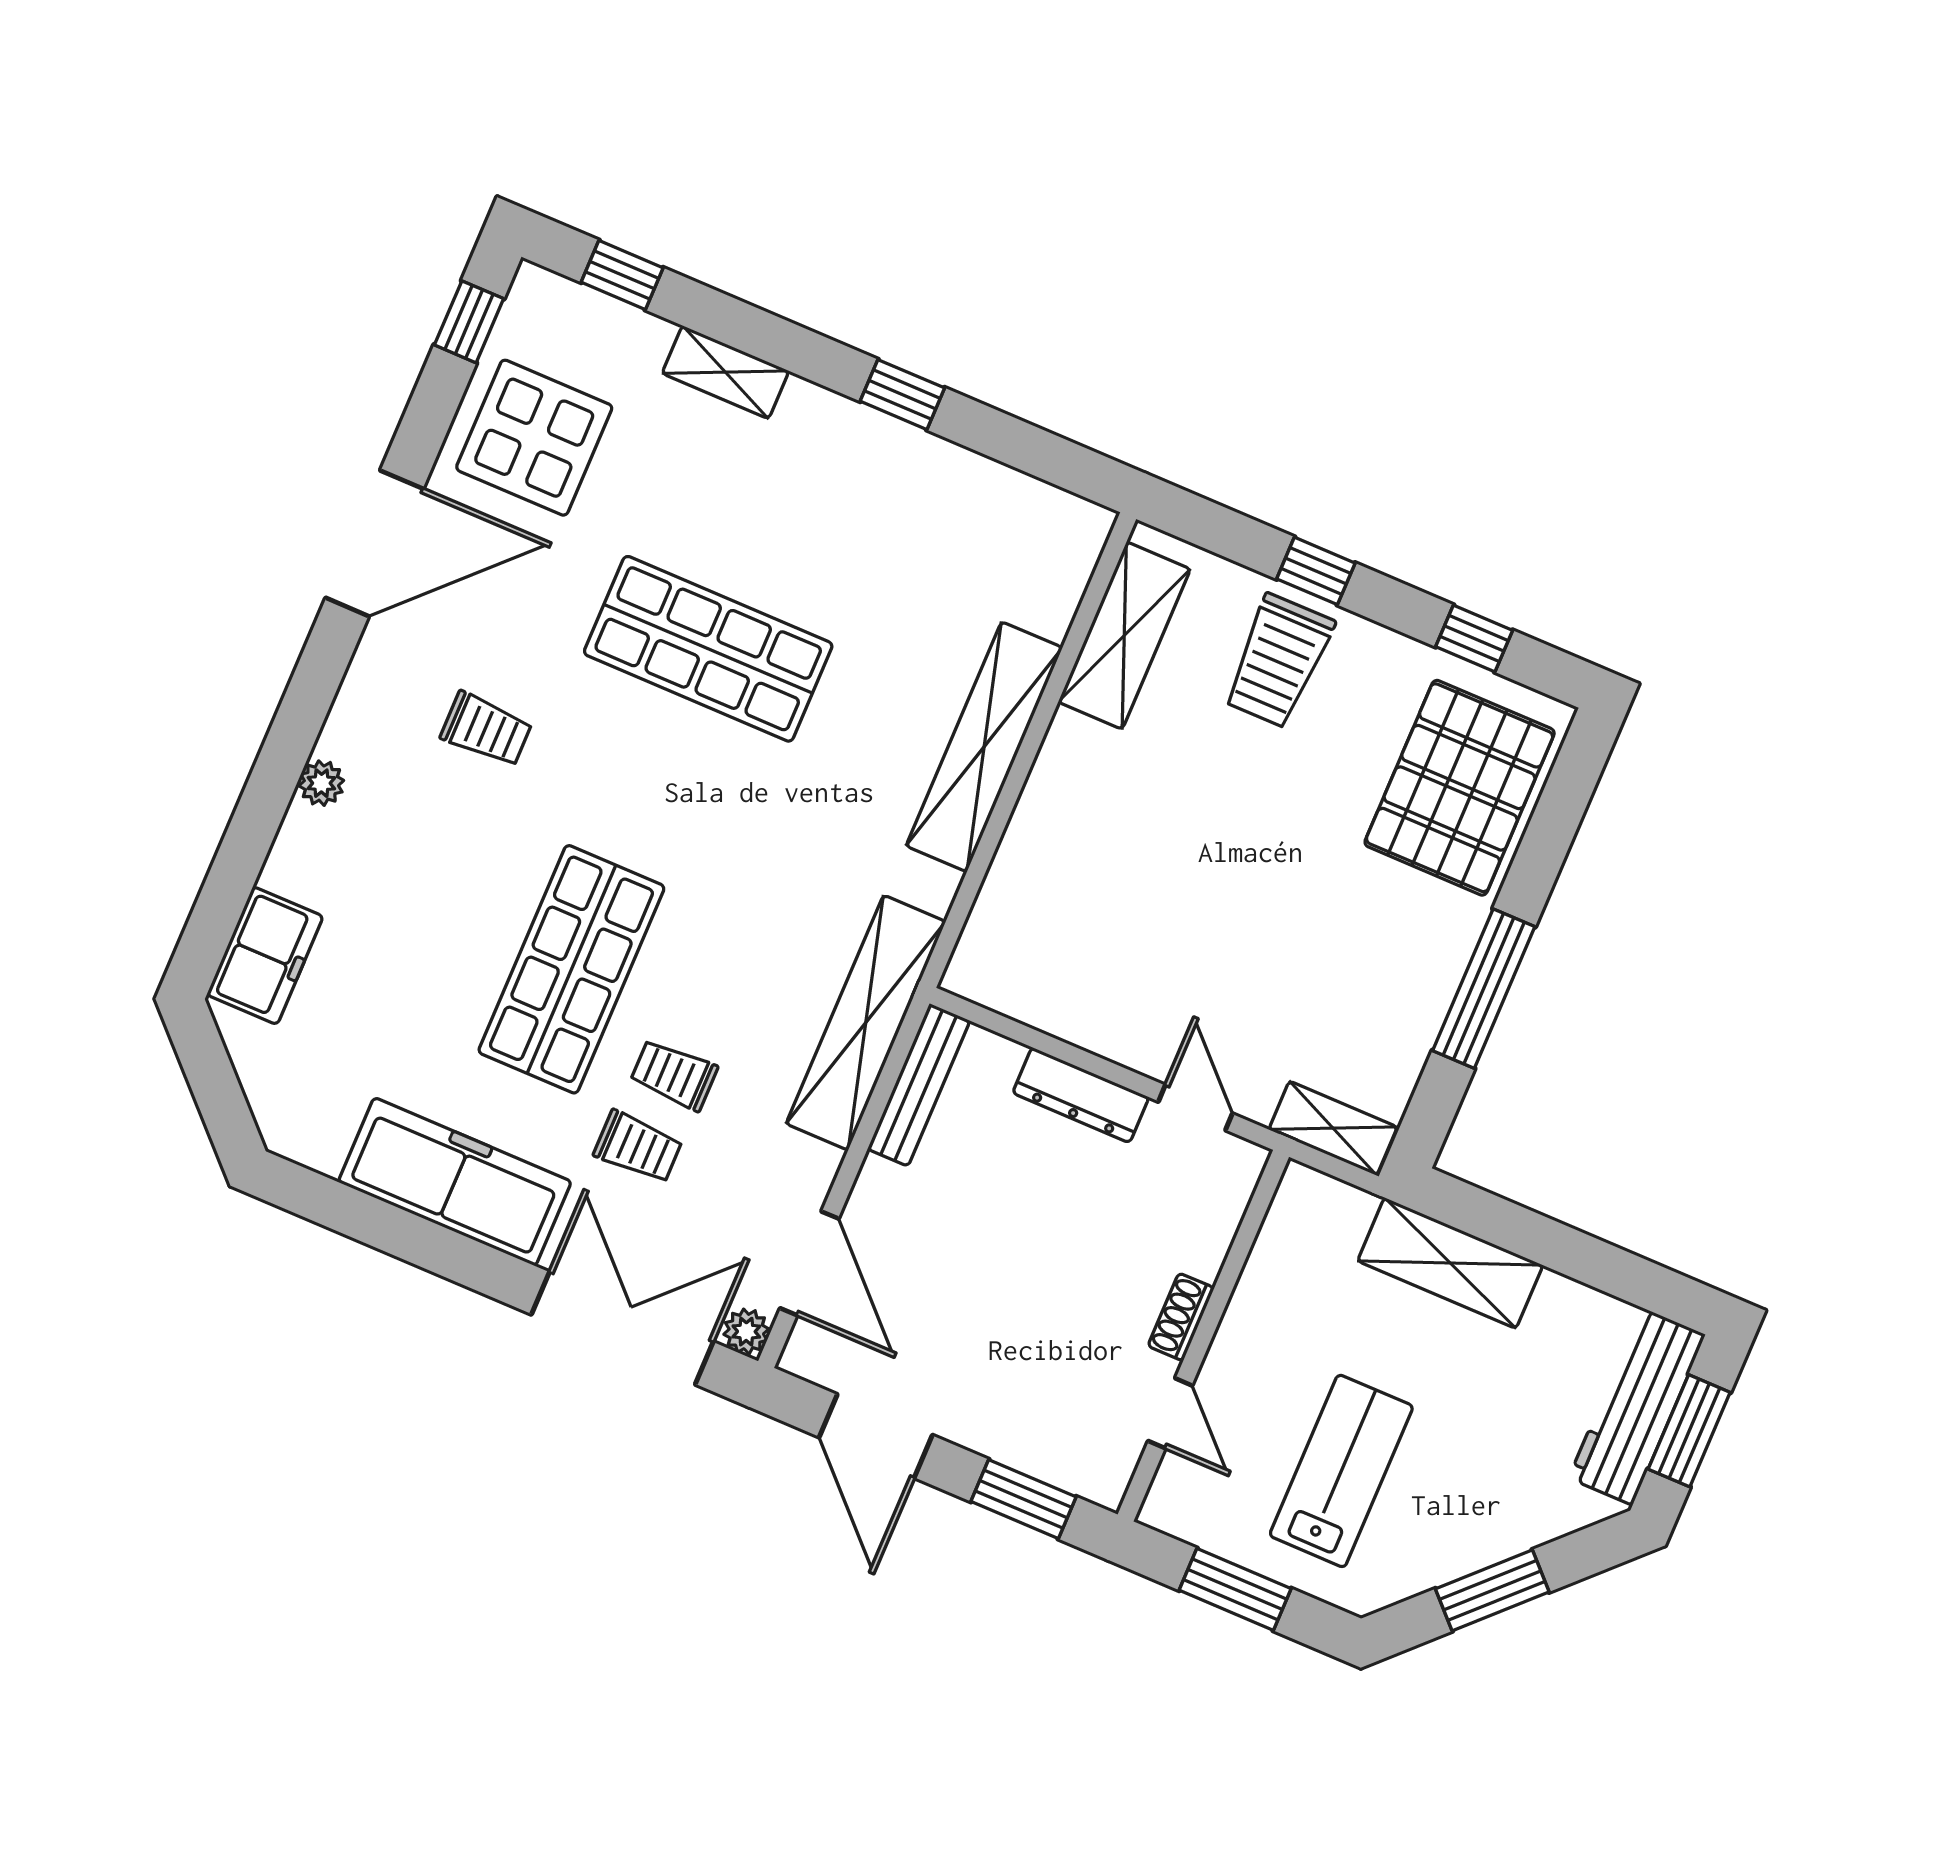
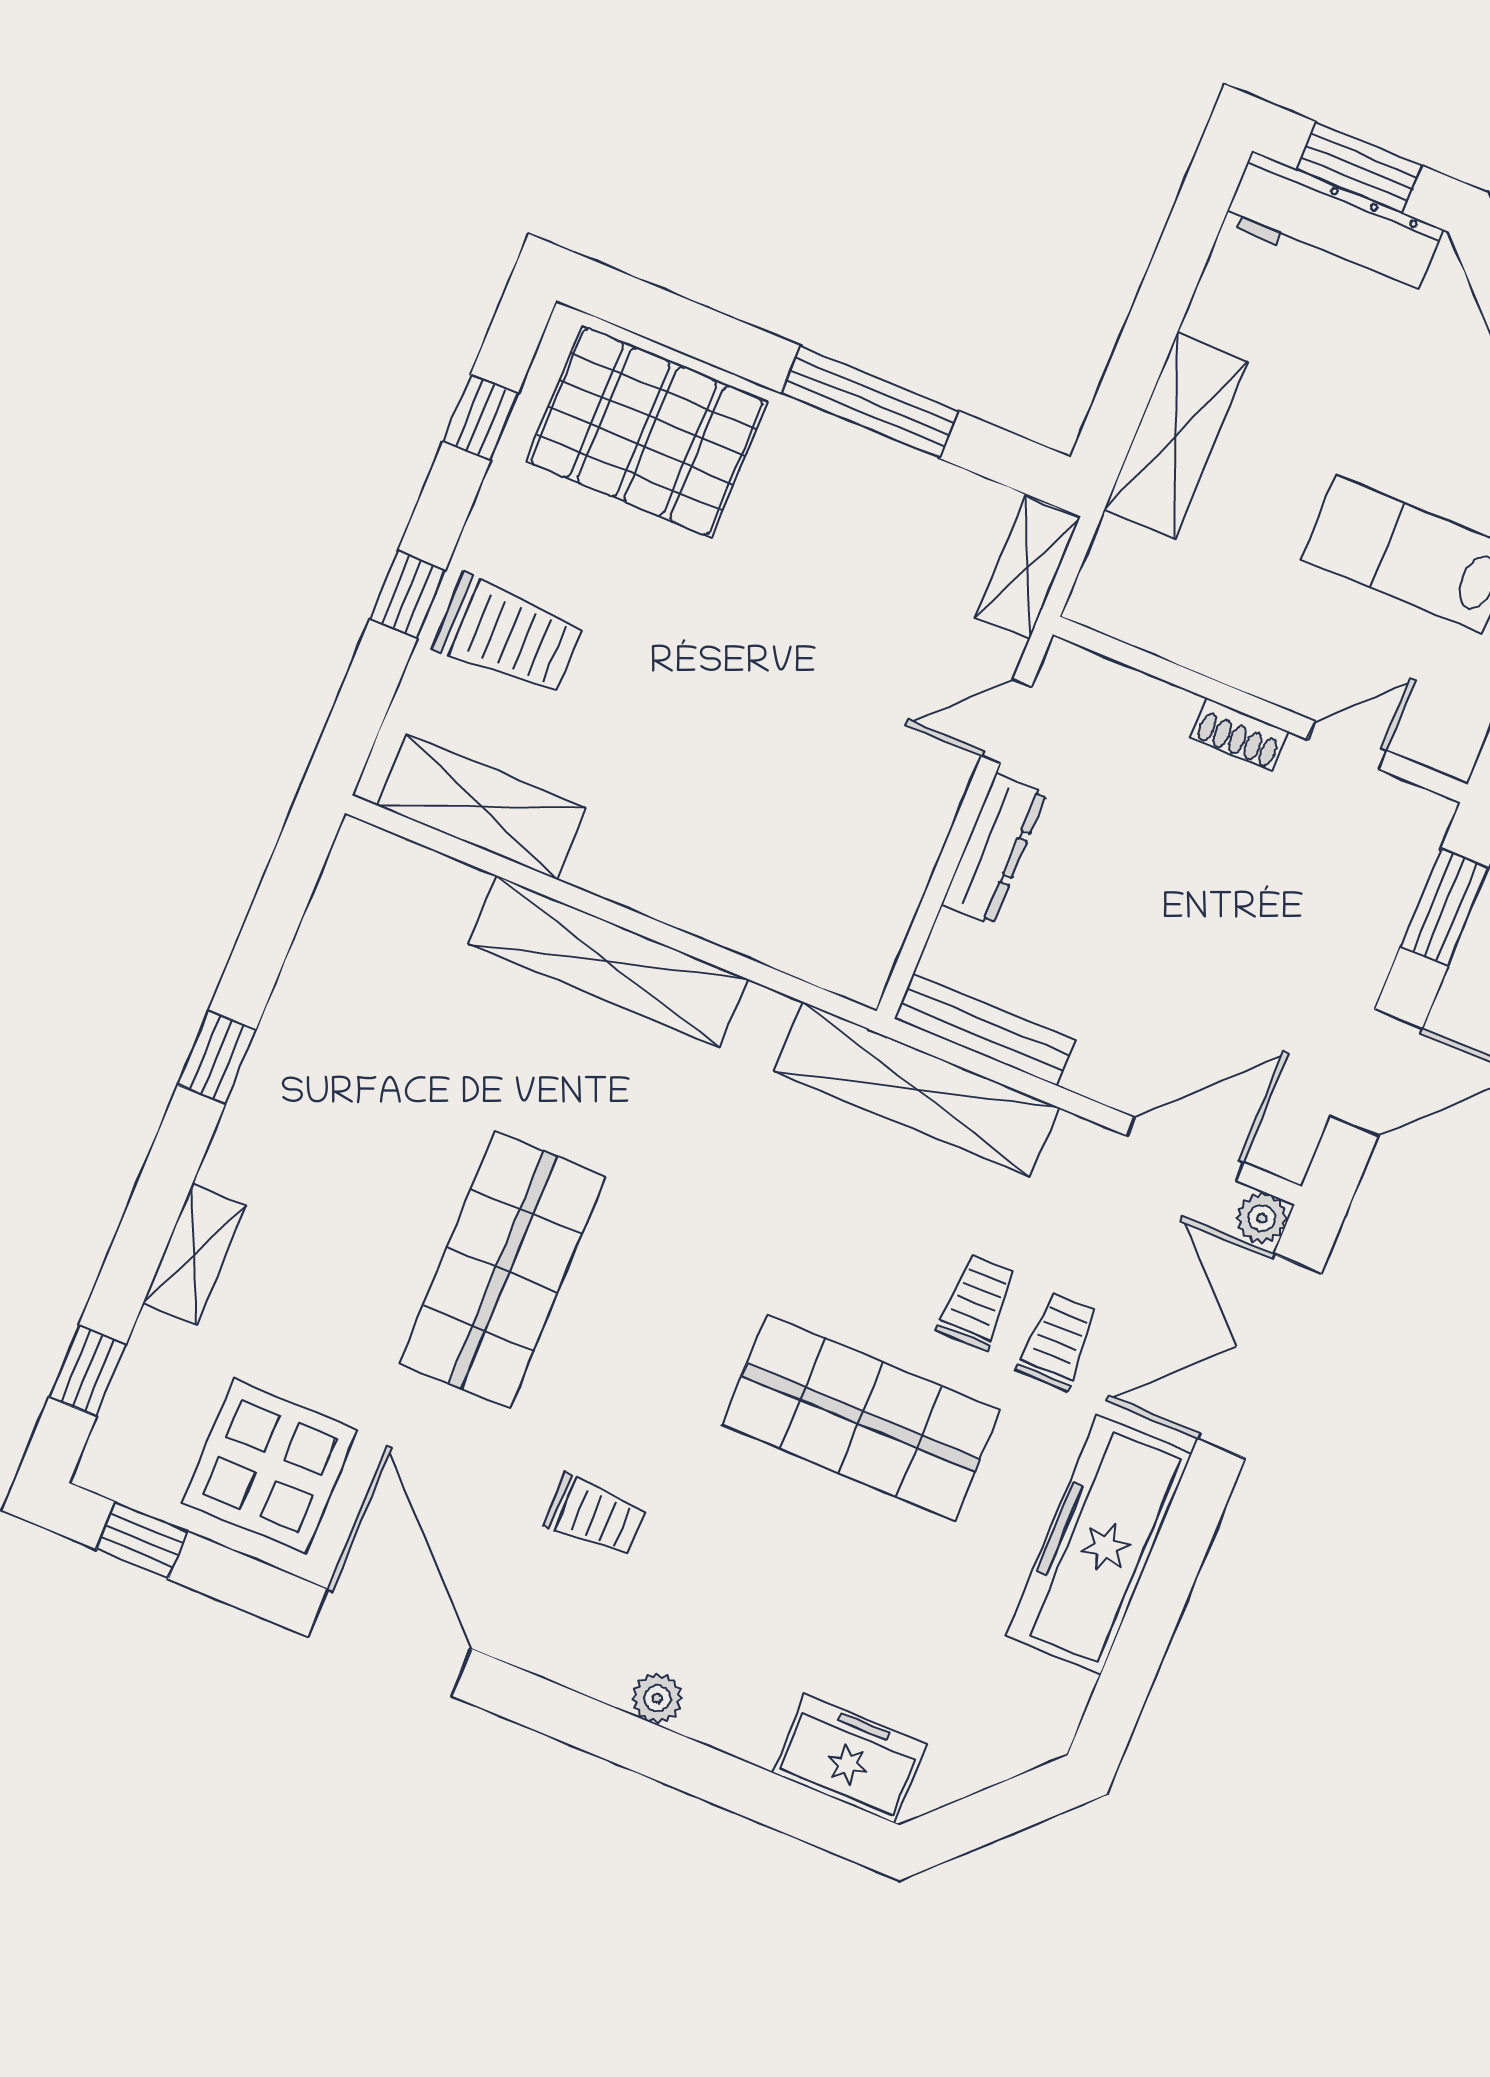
trolley: (486, 729) -> (595, 1516), turned 90
trolley: (674, 1075) -> (977, 1302), turned 180

